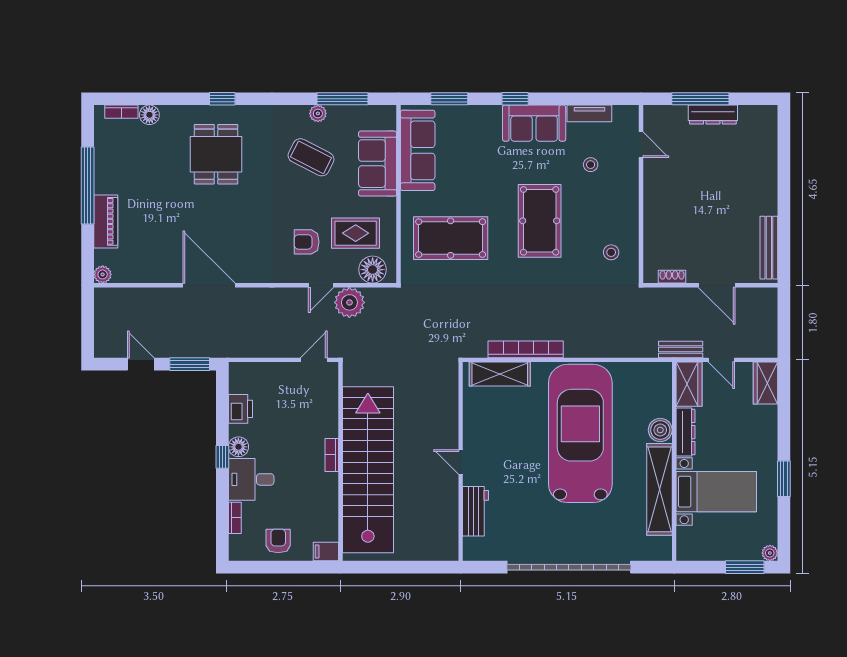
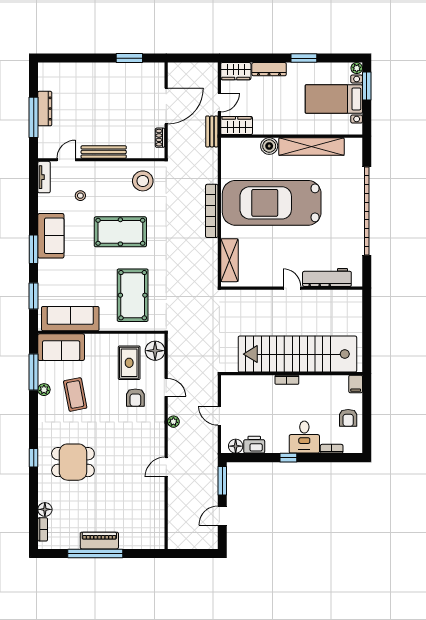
window: (515, 99) -> (34, 249), width x1.50
tv unit: (589, 113) -> (44, 177), moved
coffee table: (311, 157) -> (75, 394), turned -38
sofa: (378, 164) -> (61, 347), moved
piano: (106, 221) -> (99, 541), moved
window: (784, 234) -> (129, 58), added
bench: (769, 248) -> (104, 152), moved
stool: (611, 252) -> (143, 181), width x1.89, depth x1.89
plant: (103, 274) -> (159, 543), removed
door: (209, 285) -> (166, 467), width x0.53
door: (717, 285) -> (166, 106), width x1.36
plant: (349, 302) -> (173, 422), moved, width x0.53, depth x0.53
bookcase: (526, 349) -> (212, 211), moved
door: (314, 360) -> (219, 416), moved
dresser: (686, 432) -> (269, 69), moved, turned 180
floor lamp: (238, 447) -> (236, 446), moved
door: (461, 462) -> (292, 288), swing flipped
bed with nightstands: (716, 492) -> (334, 99), moved, turned -90
workbench: (476, 511) -> (327, 277), width x1.38
armchair: (278, 541) -> (348, 418), turned -90

